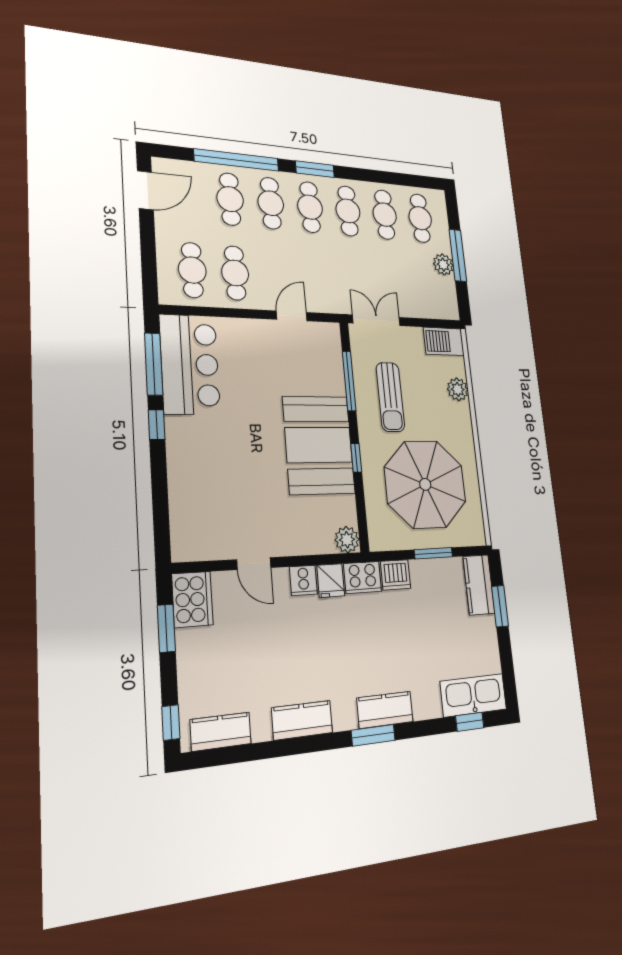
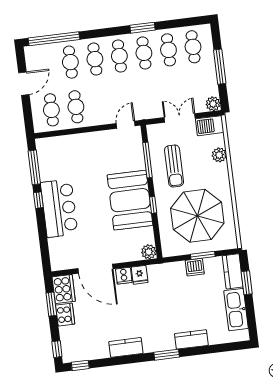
window: (237, 160) -> (54, 39), moved
window: (315, 169) -> (142, 28), moved
door: (145, 190) -> (24, 84), moved
plant: (443, 265) -> (213, 104), moved
door: (292, 316) -> (126, 125), moved
double door: (376, 320) -> (180, 118), moved
bar counter: (190, 364) -> (59, 208), moved
door: (254, 564) -> (95, 269), width x1.88
dishwasher: (396, 575) -> (195, 267), moved
cooker: (363, 577) -> (65, 315), moved, turned -90
kitchen sink: (473, 695) -> (236, 310), moved, turned -90
kitchen counter: (385, 710) -> (191, 339), moved
window: (470, 722) -> (80, 365), moved
kitchen counter: (221, 732) -> (83, 353), removed

